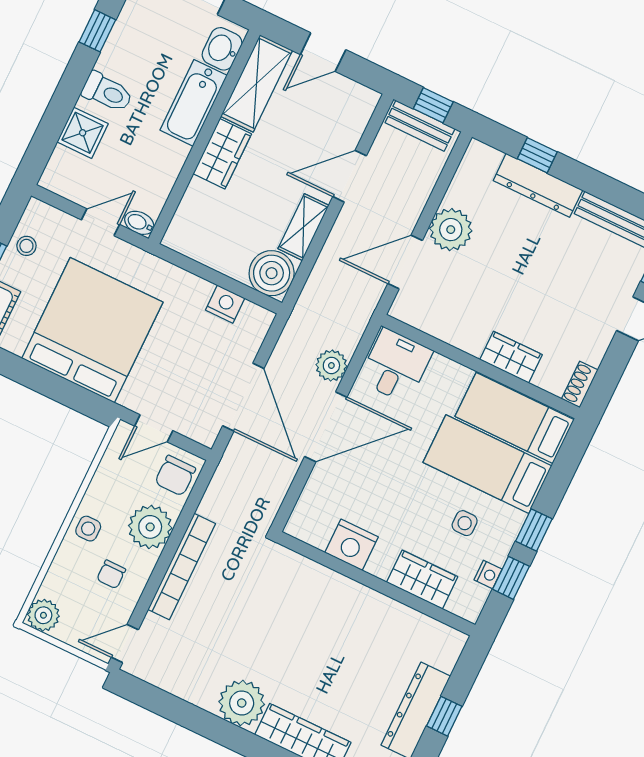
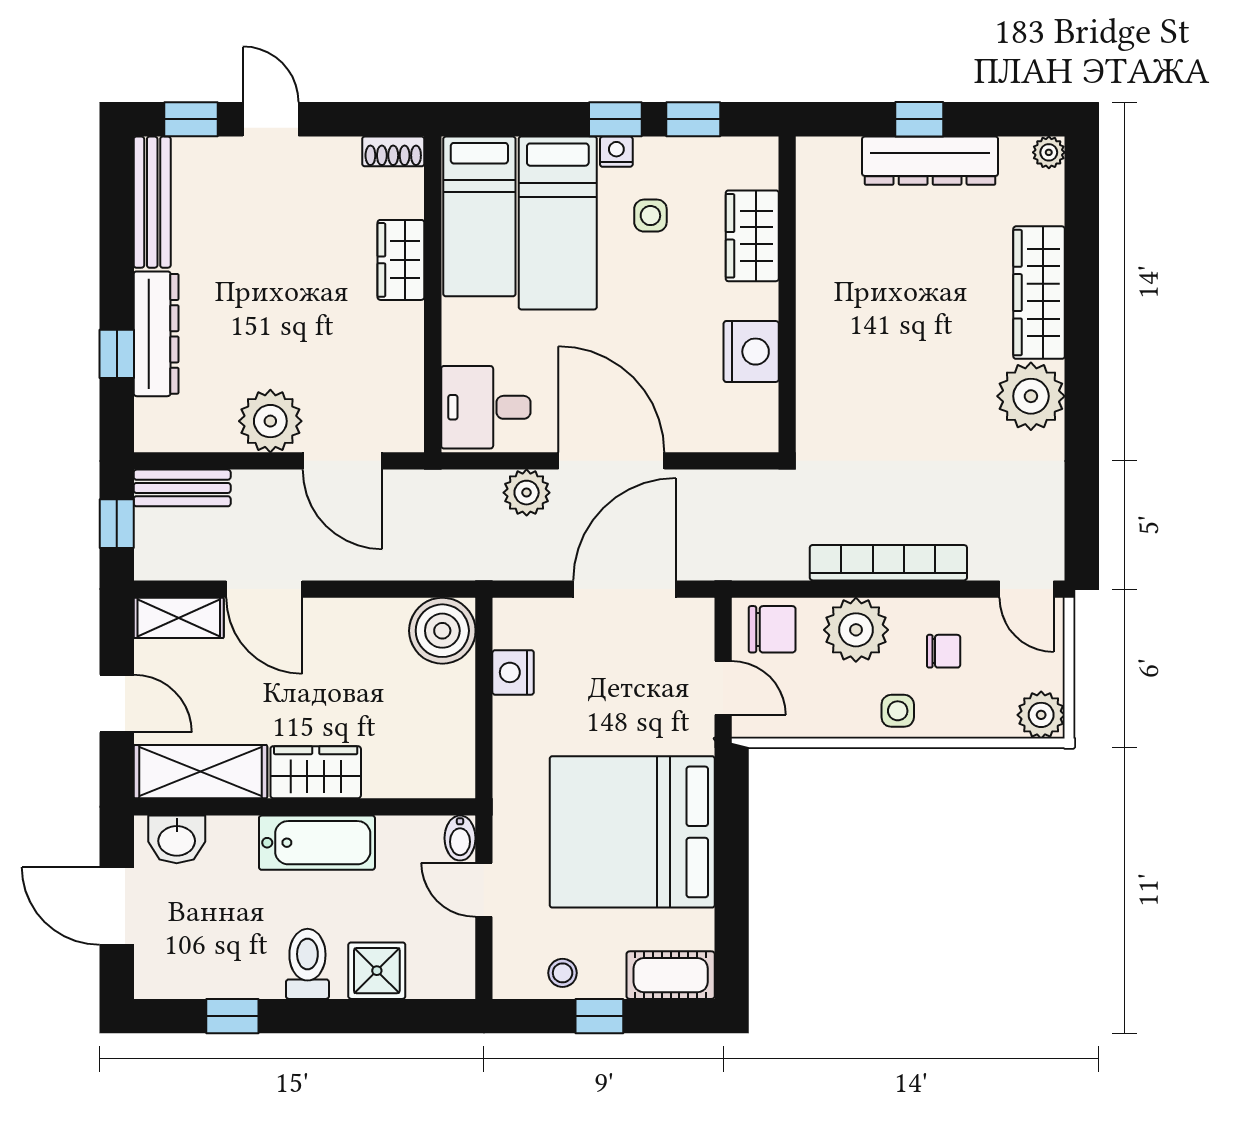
bathtub: (194, 103) -> (317, 843), moved
bench: (420, 126) -> (182, 488), moved, turned 90
shelving: (304, 227) -> (179, 618), moved
nightstand: (488, 574) -> (616, 152), moved

